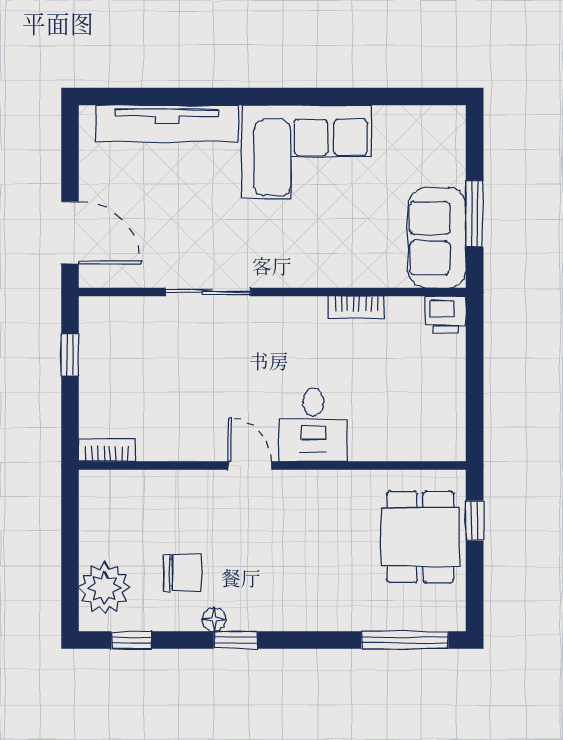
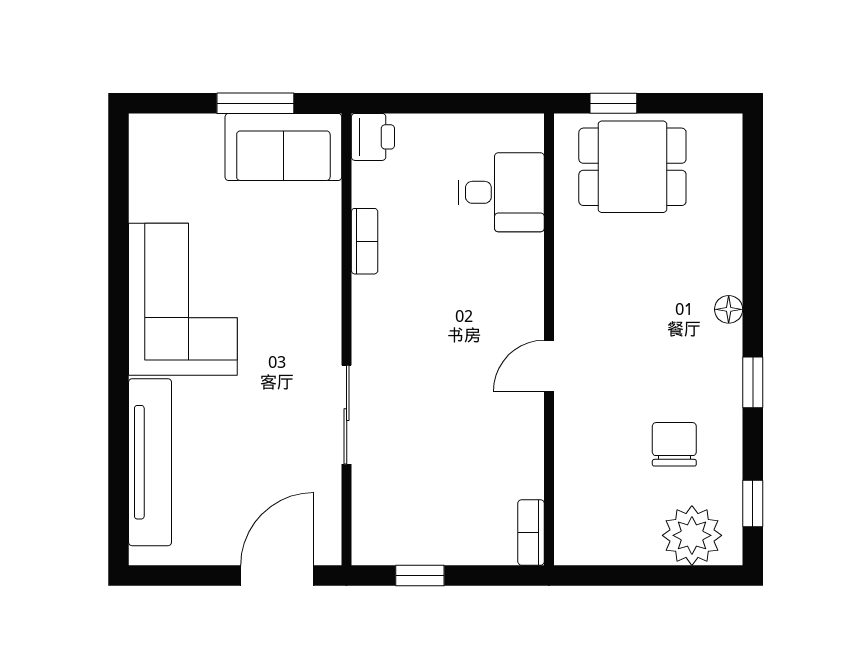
desk: (313, 425) -> (501, 192), moved
floor lamp: (214, 619) -> (729, 309), moved
window: (405, 640) -> (753, 185), removed

